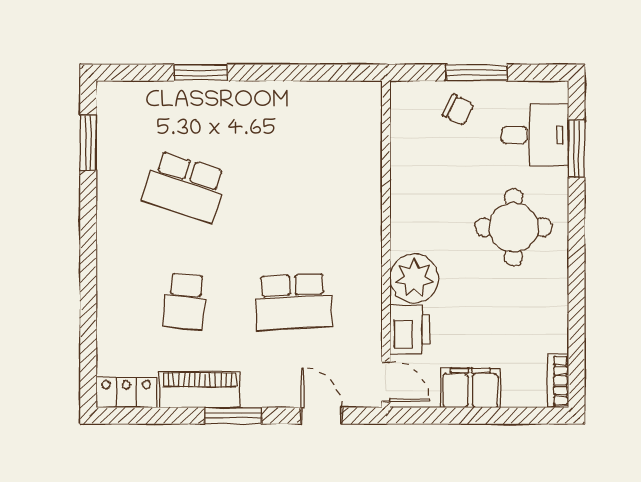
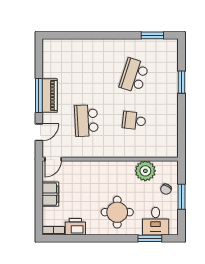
plant: (414, 278) -> (145, 171), moved
school desk: (185, 302) -> (134, 121), moved
printer: (410, 329) -> (75, 227), moved, turned 180
piano: (200, 390) -> (50, 96), moved
locker: (126, 392) -> (49, 51), removed
window: (233, 416) -> (39, 96), width x1.44

